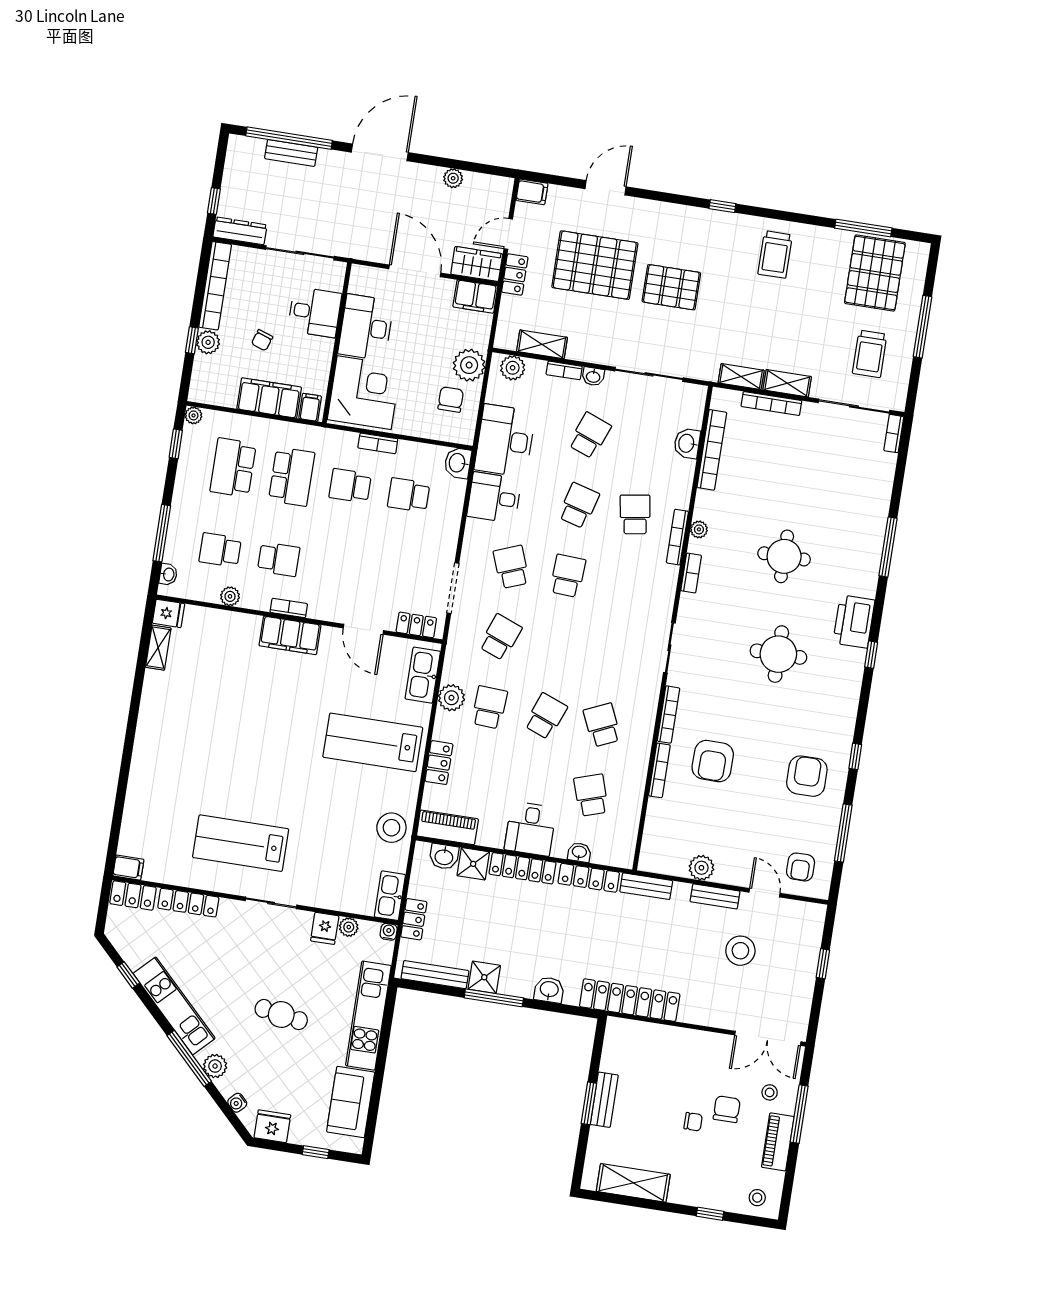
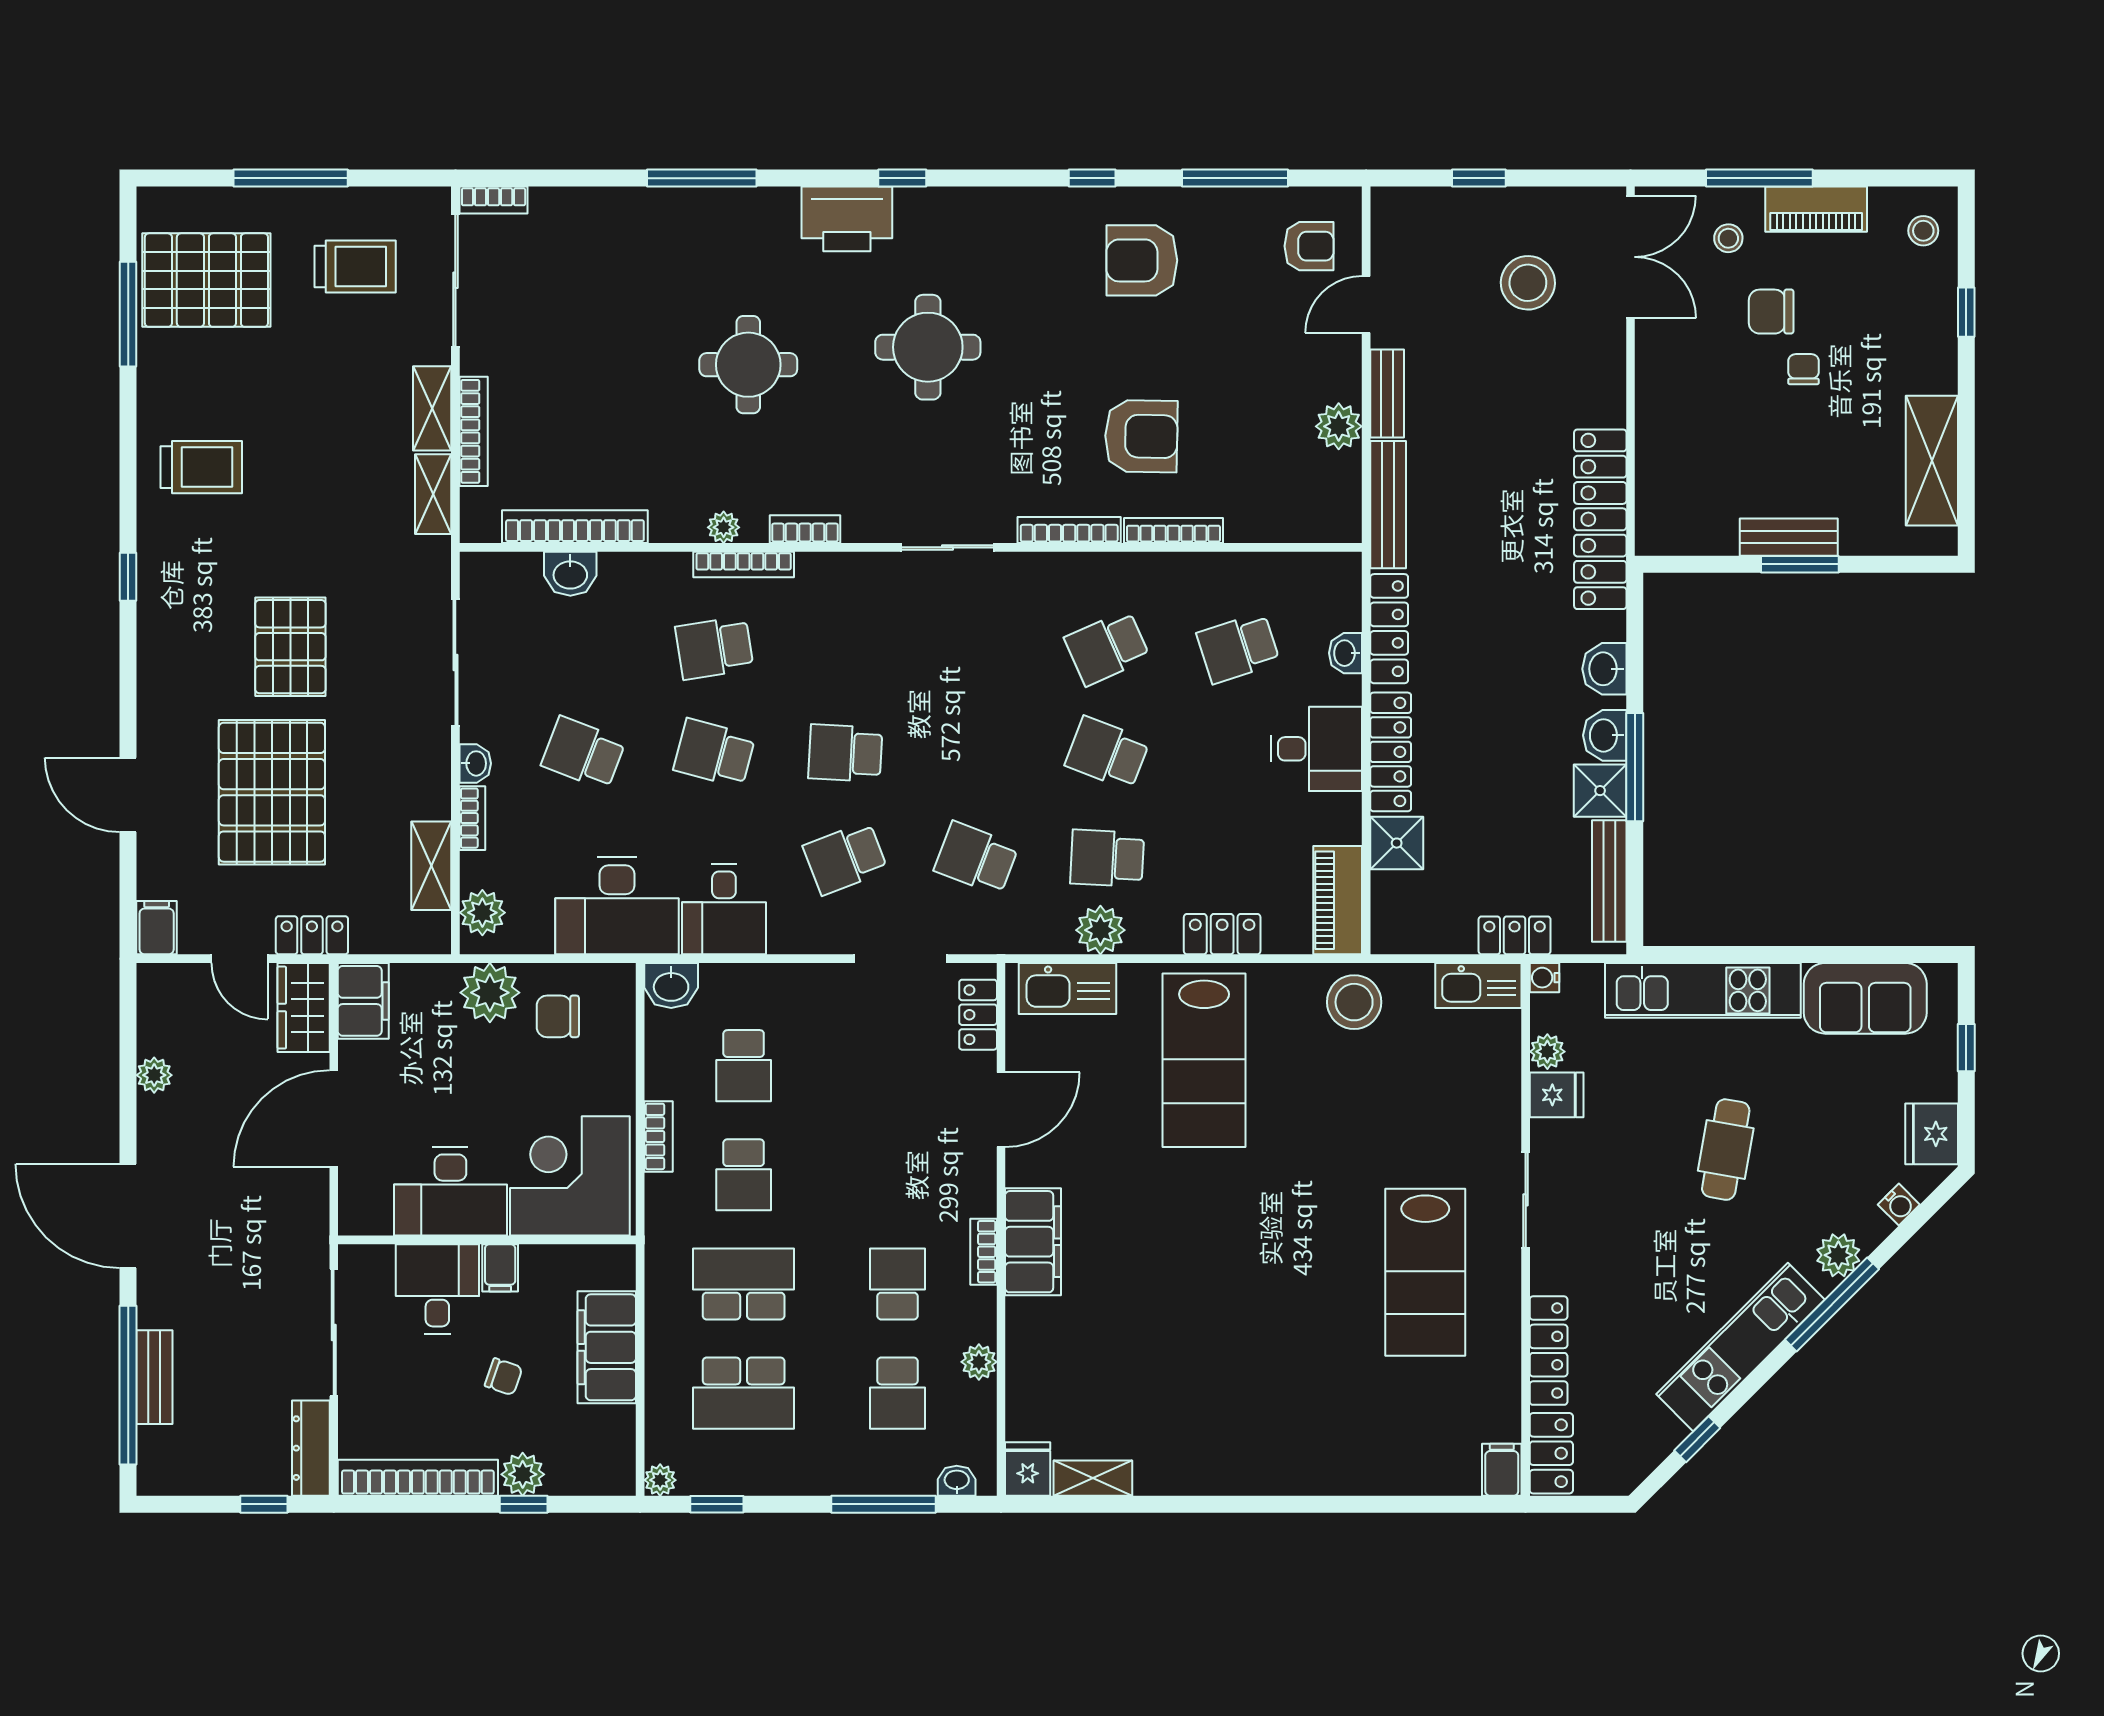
filing cabinet: (310, 407) -> (500, 1268), moved, turned -90
washbasin: (444, 857) -> (1605, 735), moved, turned 180
bench: (646, 886) -> (1388, 505), width x1.36
stool: (740, 951) -> (1528, 283), moved

